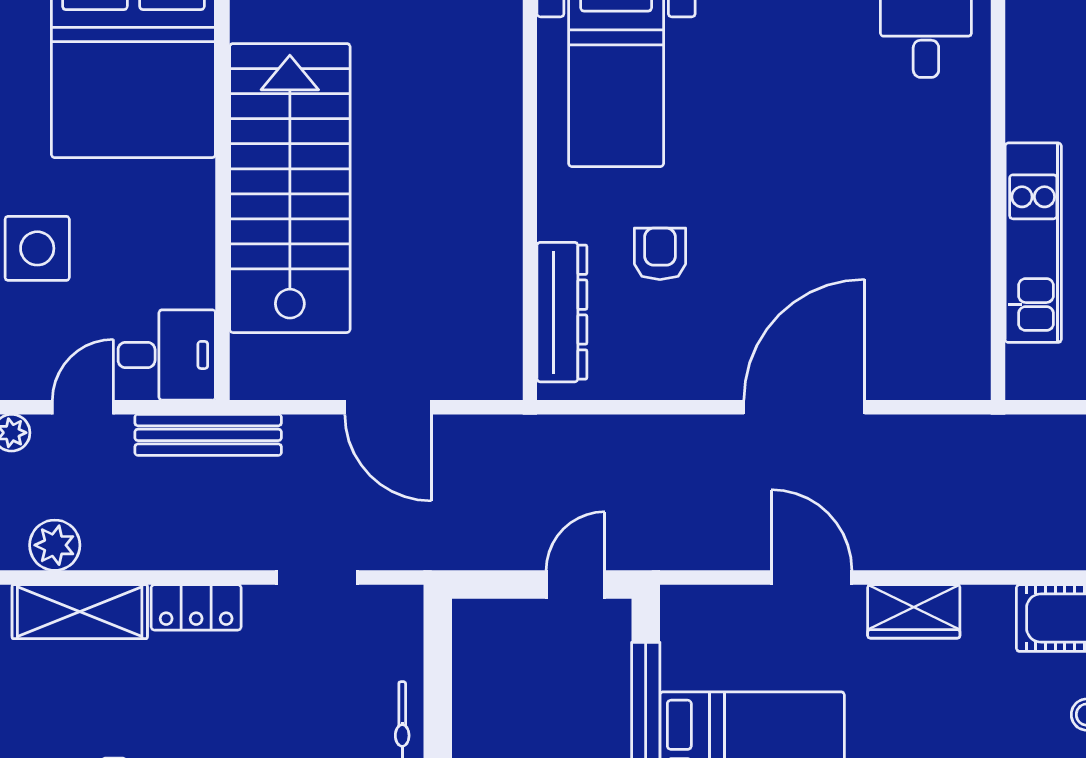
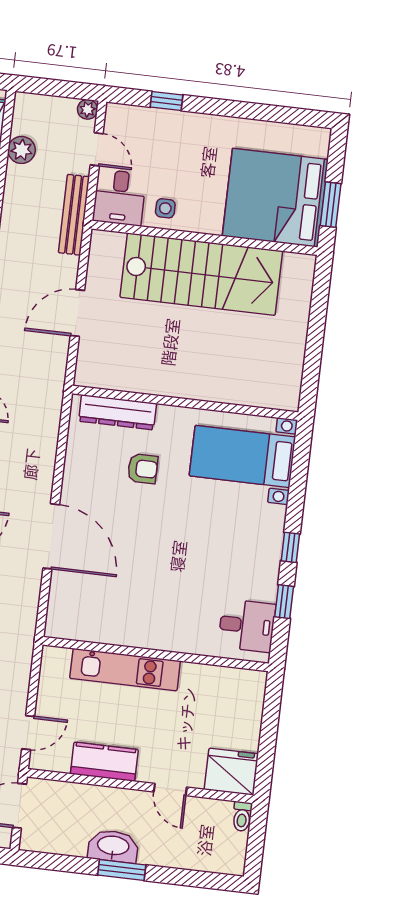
side table: (37, 248) -> (165, 208), moved, width x0.54, depth x0.54
plant: (55, 545) -> (22, 150), moved

